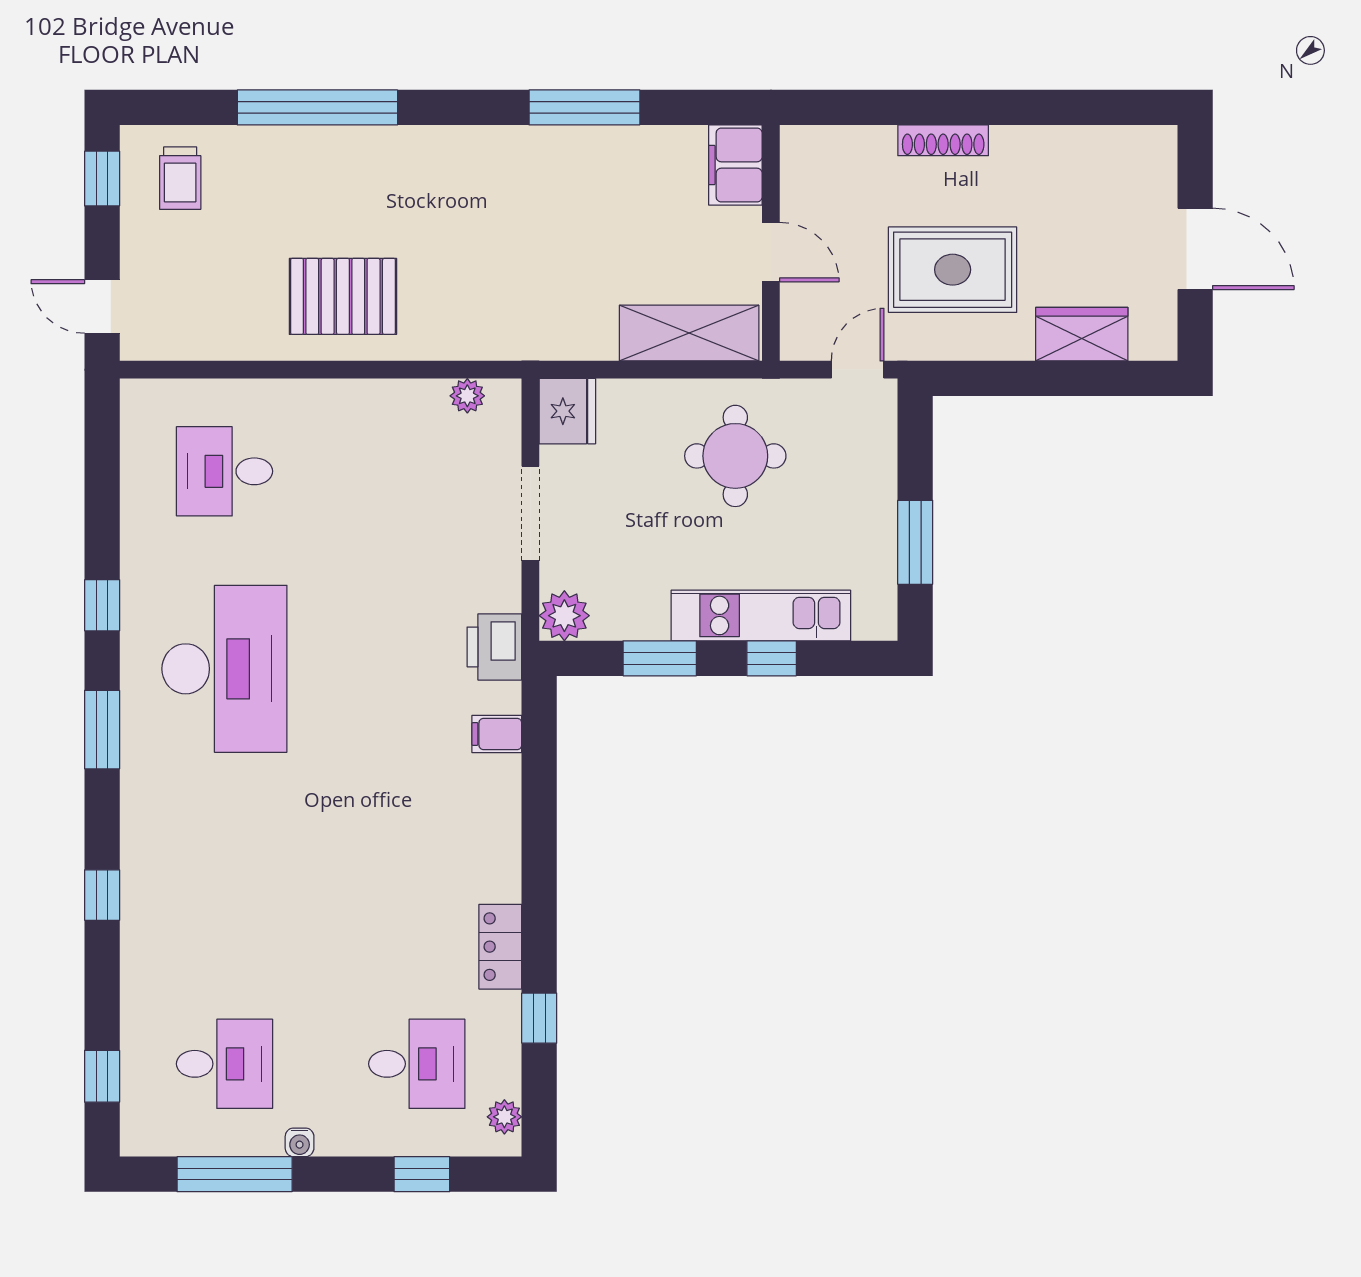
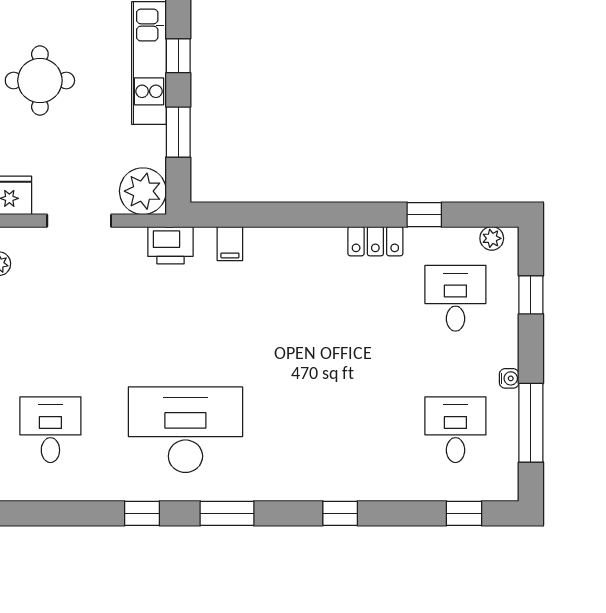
desk: (224, 471) -> (50, 430), turned 180
plant: (564, 616) -> (143, 191), width x1.36, depth x1.36

